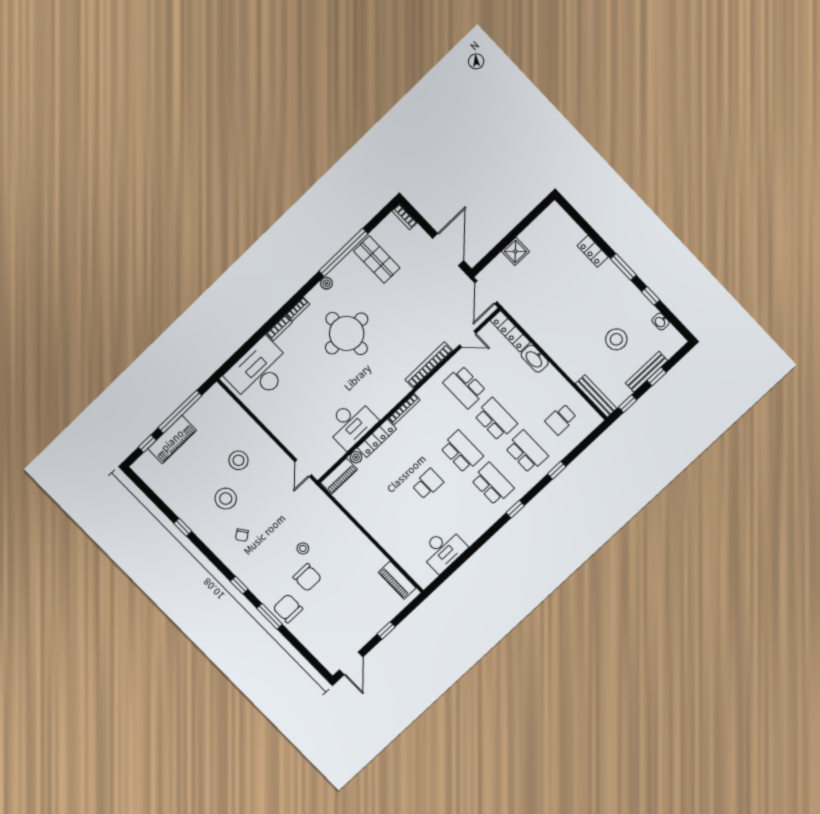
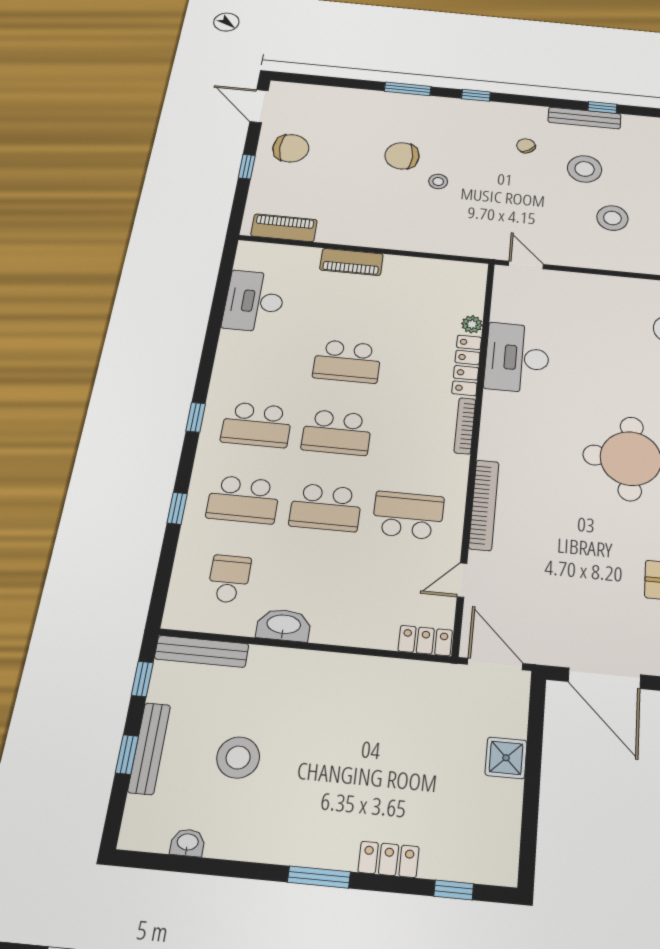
window: (651, 296) -> (454, 890), moved
locker: (510, 331) -> (425, 641), width x0.66
washbasin: (535, 359) -> (284, 625), moved
piano: (339, 476) -> (351, 262), moved, turned -90
school desk: (428, 484) -> (347, 361), width x1.85
bench: (198, 528) -> (584, 118), added
chair: (288, 608) -> (291, 148), moved

